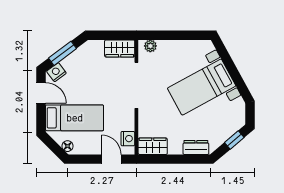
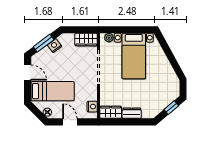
nightstand: (56, 72) -> (54, 46), moved
bed with nightstands: (202, 87) -> (134, 56), moved, turned -61
dresser: (196, 147) -> (132, 113), moved
door: (111, 159) -> (70, 122), moved

